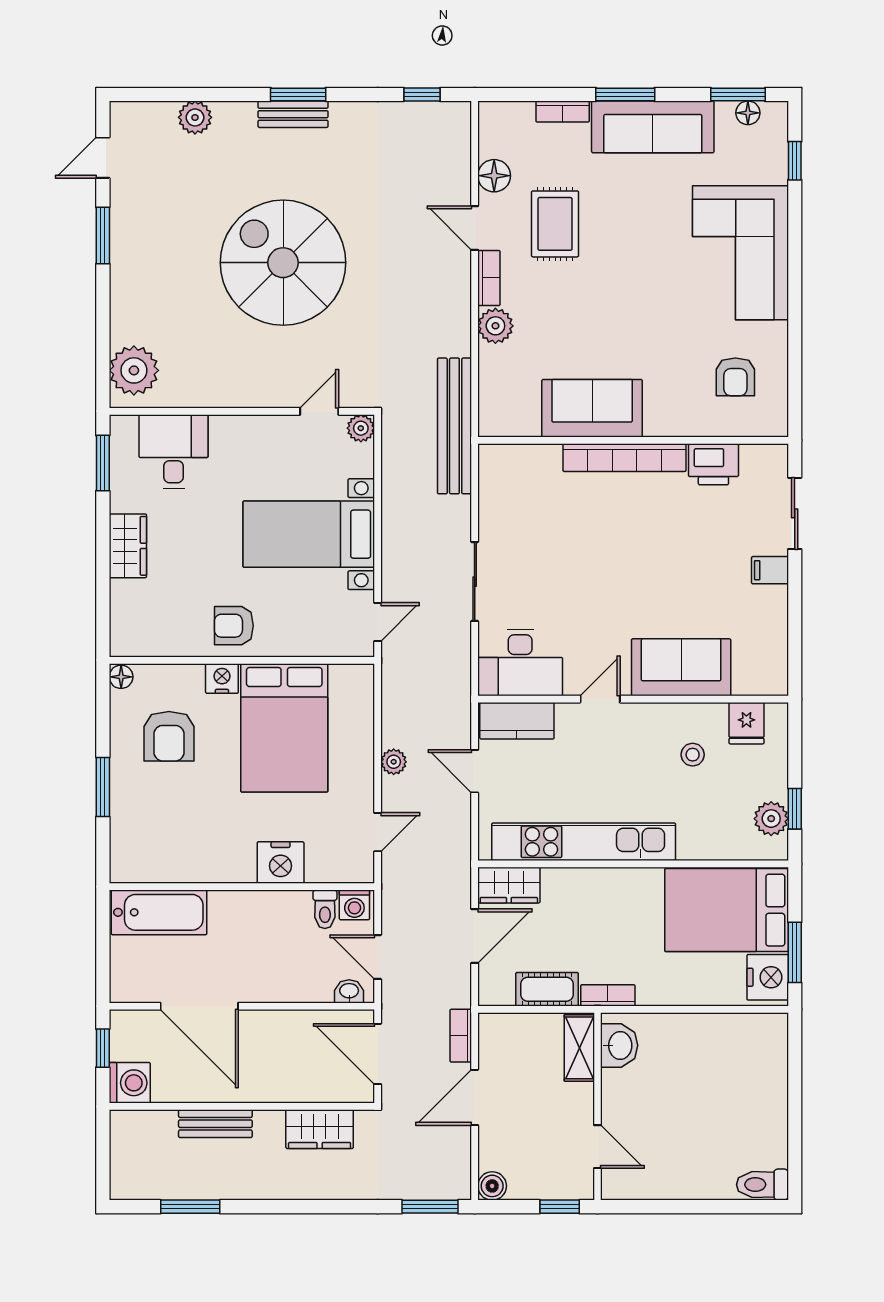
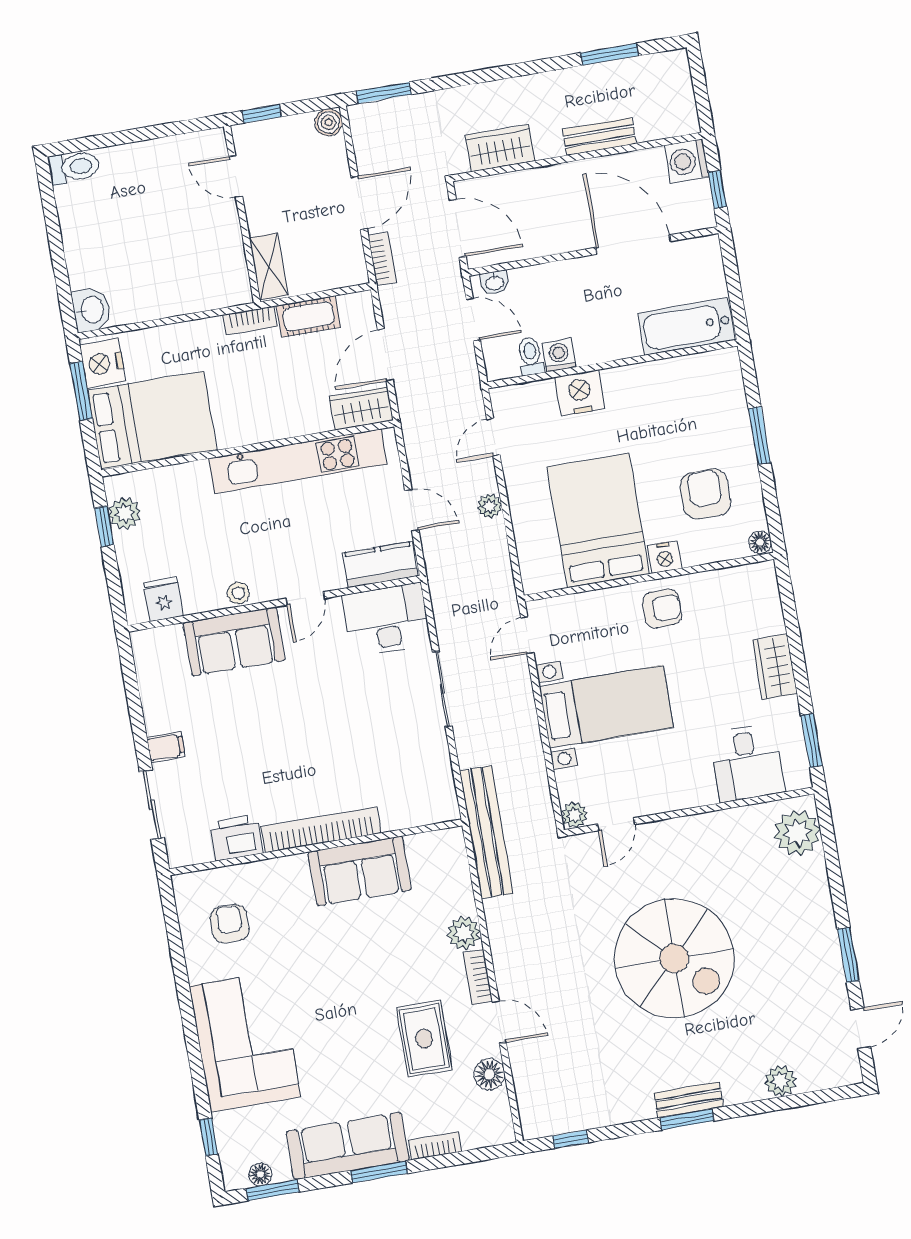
stool: (693, 755) -> (238, 593), moved
washing machine: (354, 905) -> (559, 355), moved
washbasin: (619, 1045) -> (91, 310), moved, turned 180

